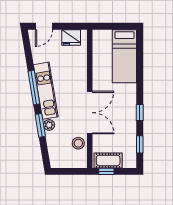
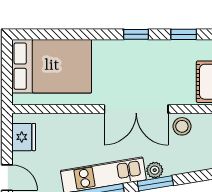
bed: (124, 56) -> (52, 66), width x1.50
double door: (90, 113) -> (136, 109), swing flipped

